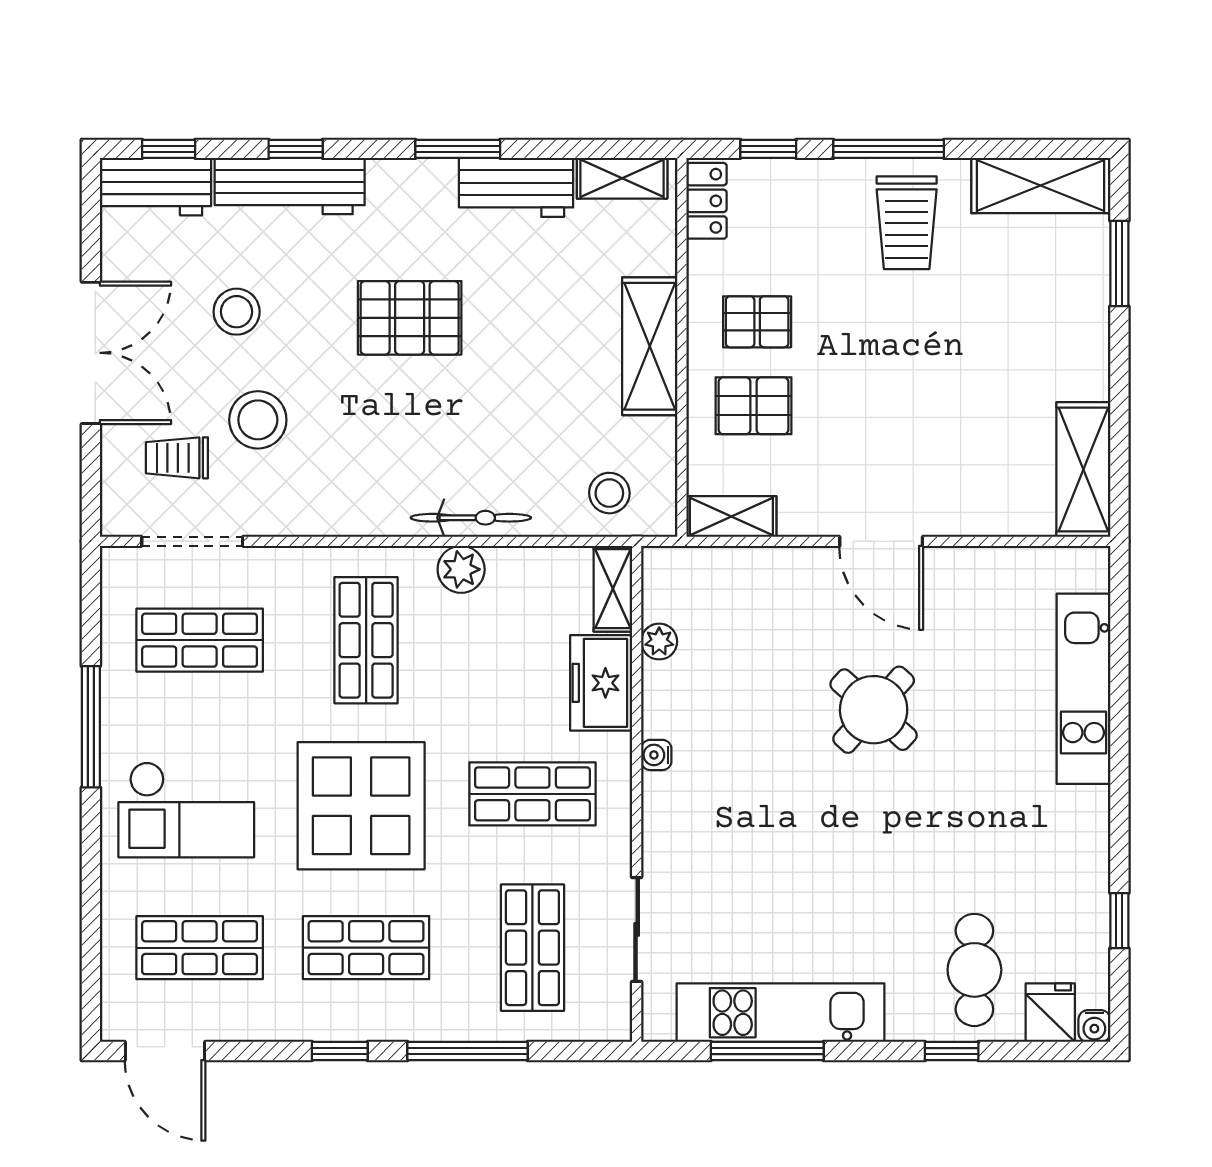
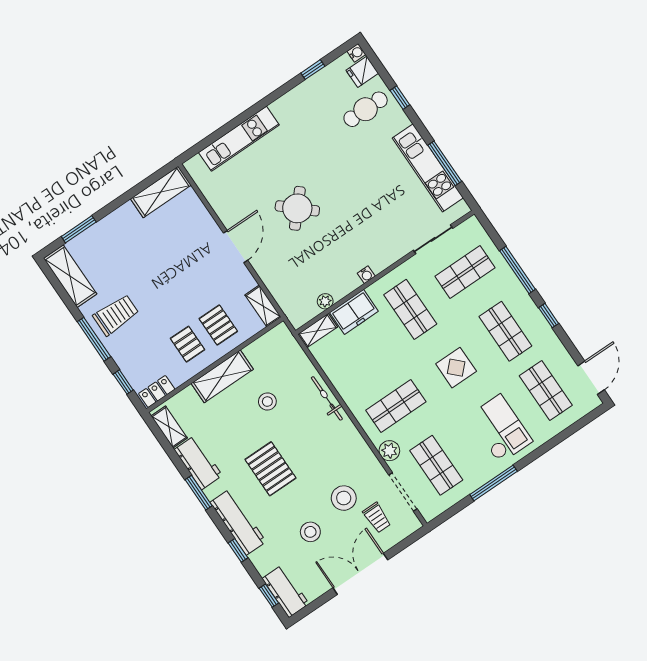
workbench: (290, 186) -> (238, 522), moved
stool: (609, 493) -> (267, 402), moved
plant: (461, 569) -> (389, 451), moved
display table: (361, 806) -> (456, 368), width x0.54, depth x0.54

